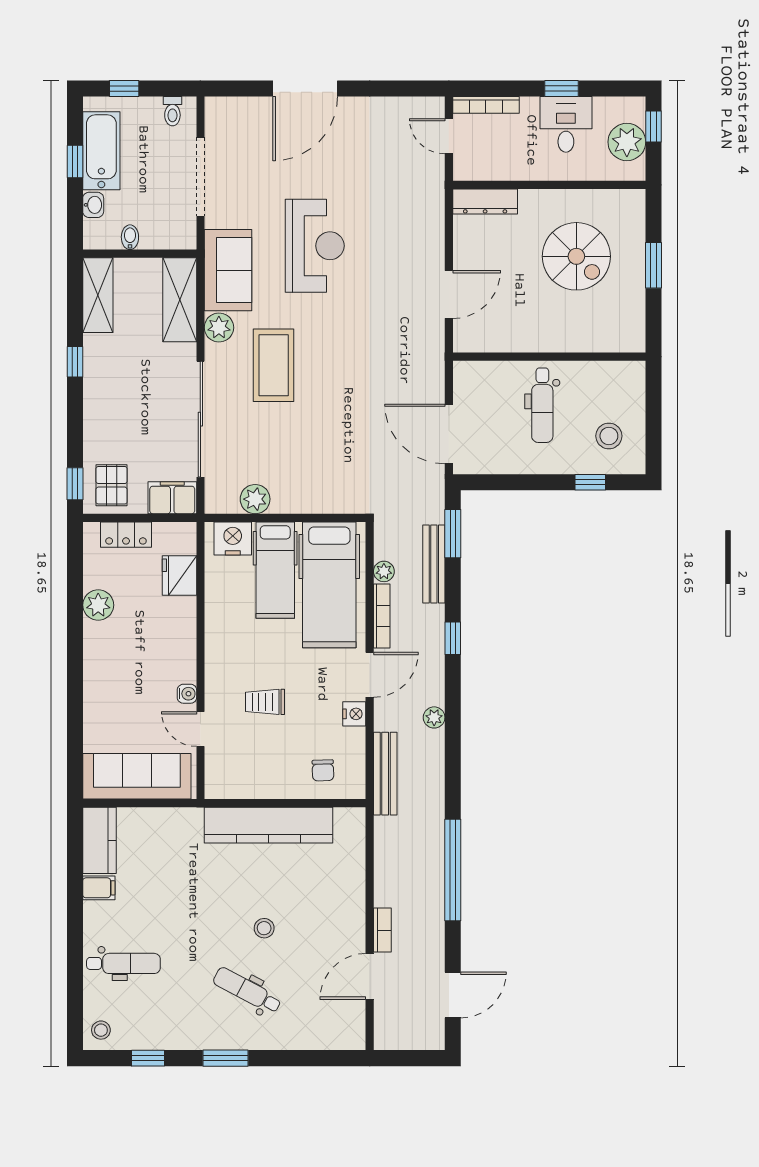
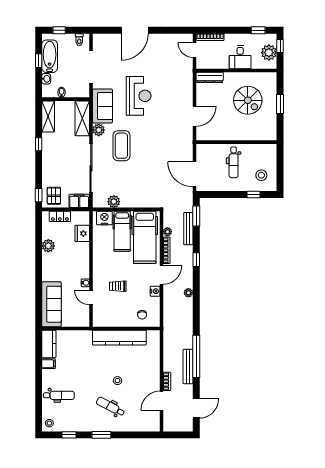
window: (561, 89) -> (258, 30), moved
desk: (566, 124) -> (240, 57), moved, turned 180
bench: (385, 774) -> (188, 367), moved
sofa: (137, 776) -> (51, 304), moved, turned 90

